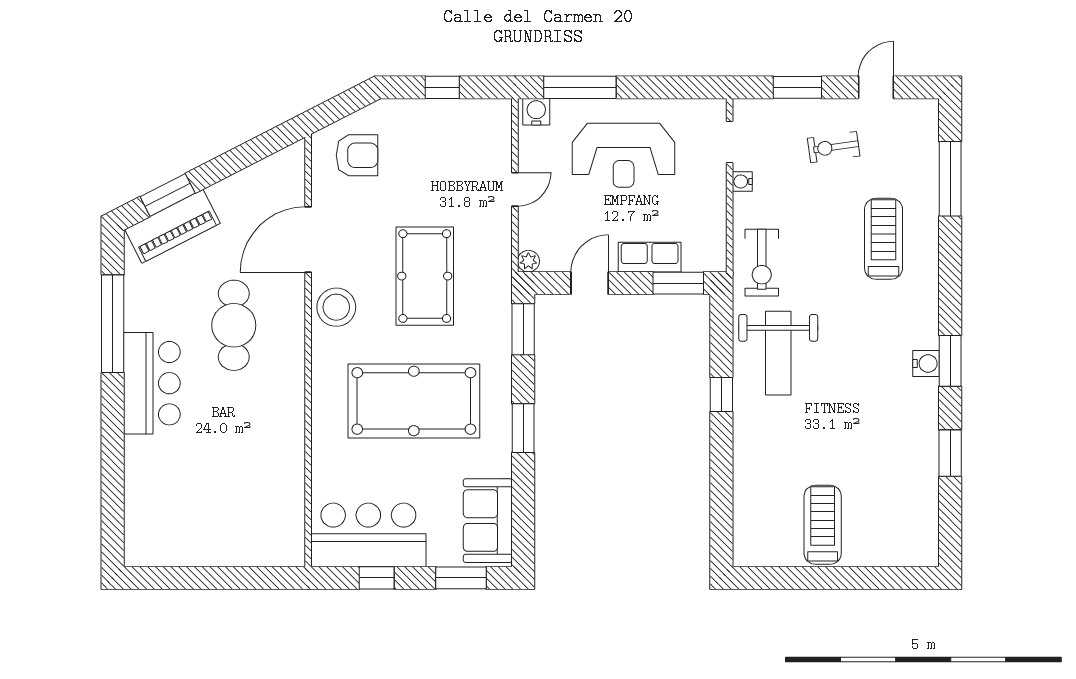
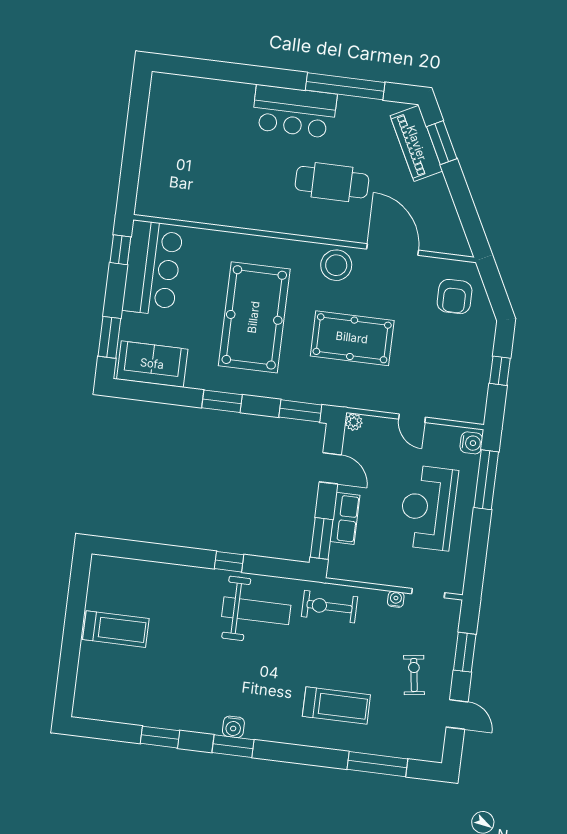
weight bench: (778, 353) -> (256, 611), turned 180
window: (377, 578) -> (120, 250), moved

